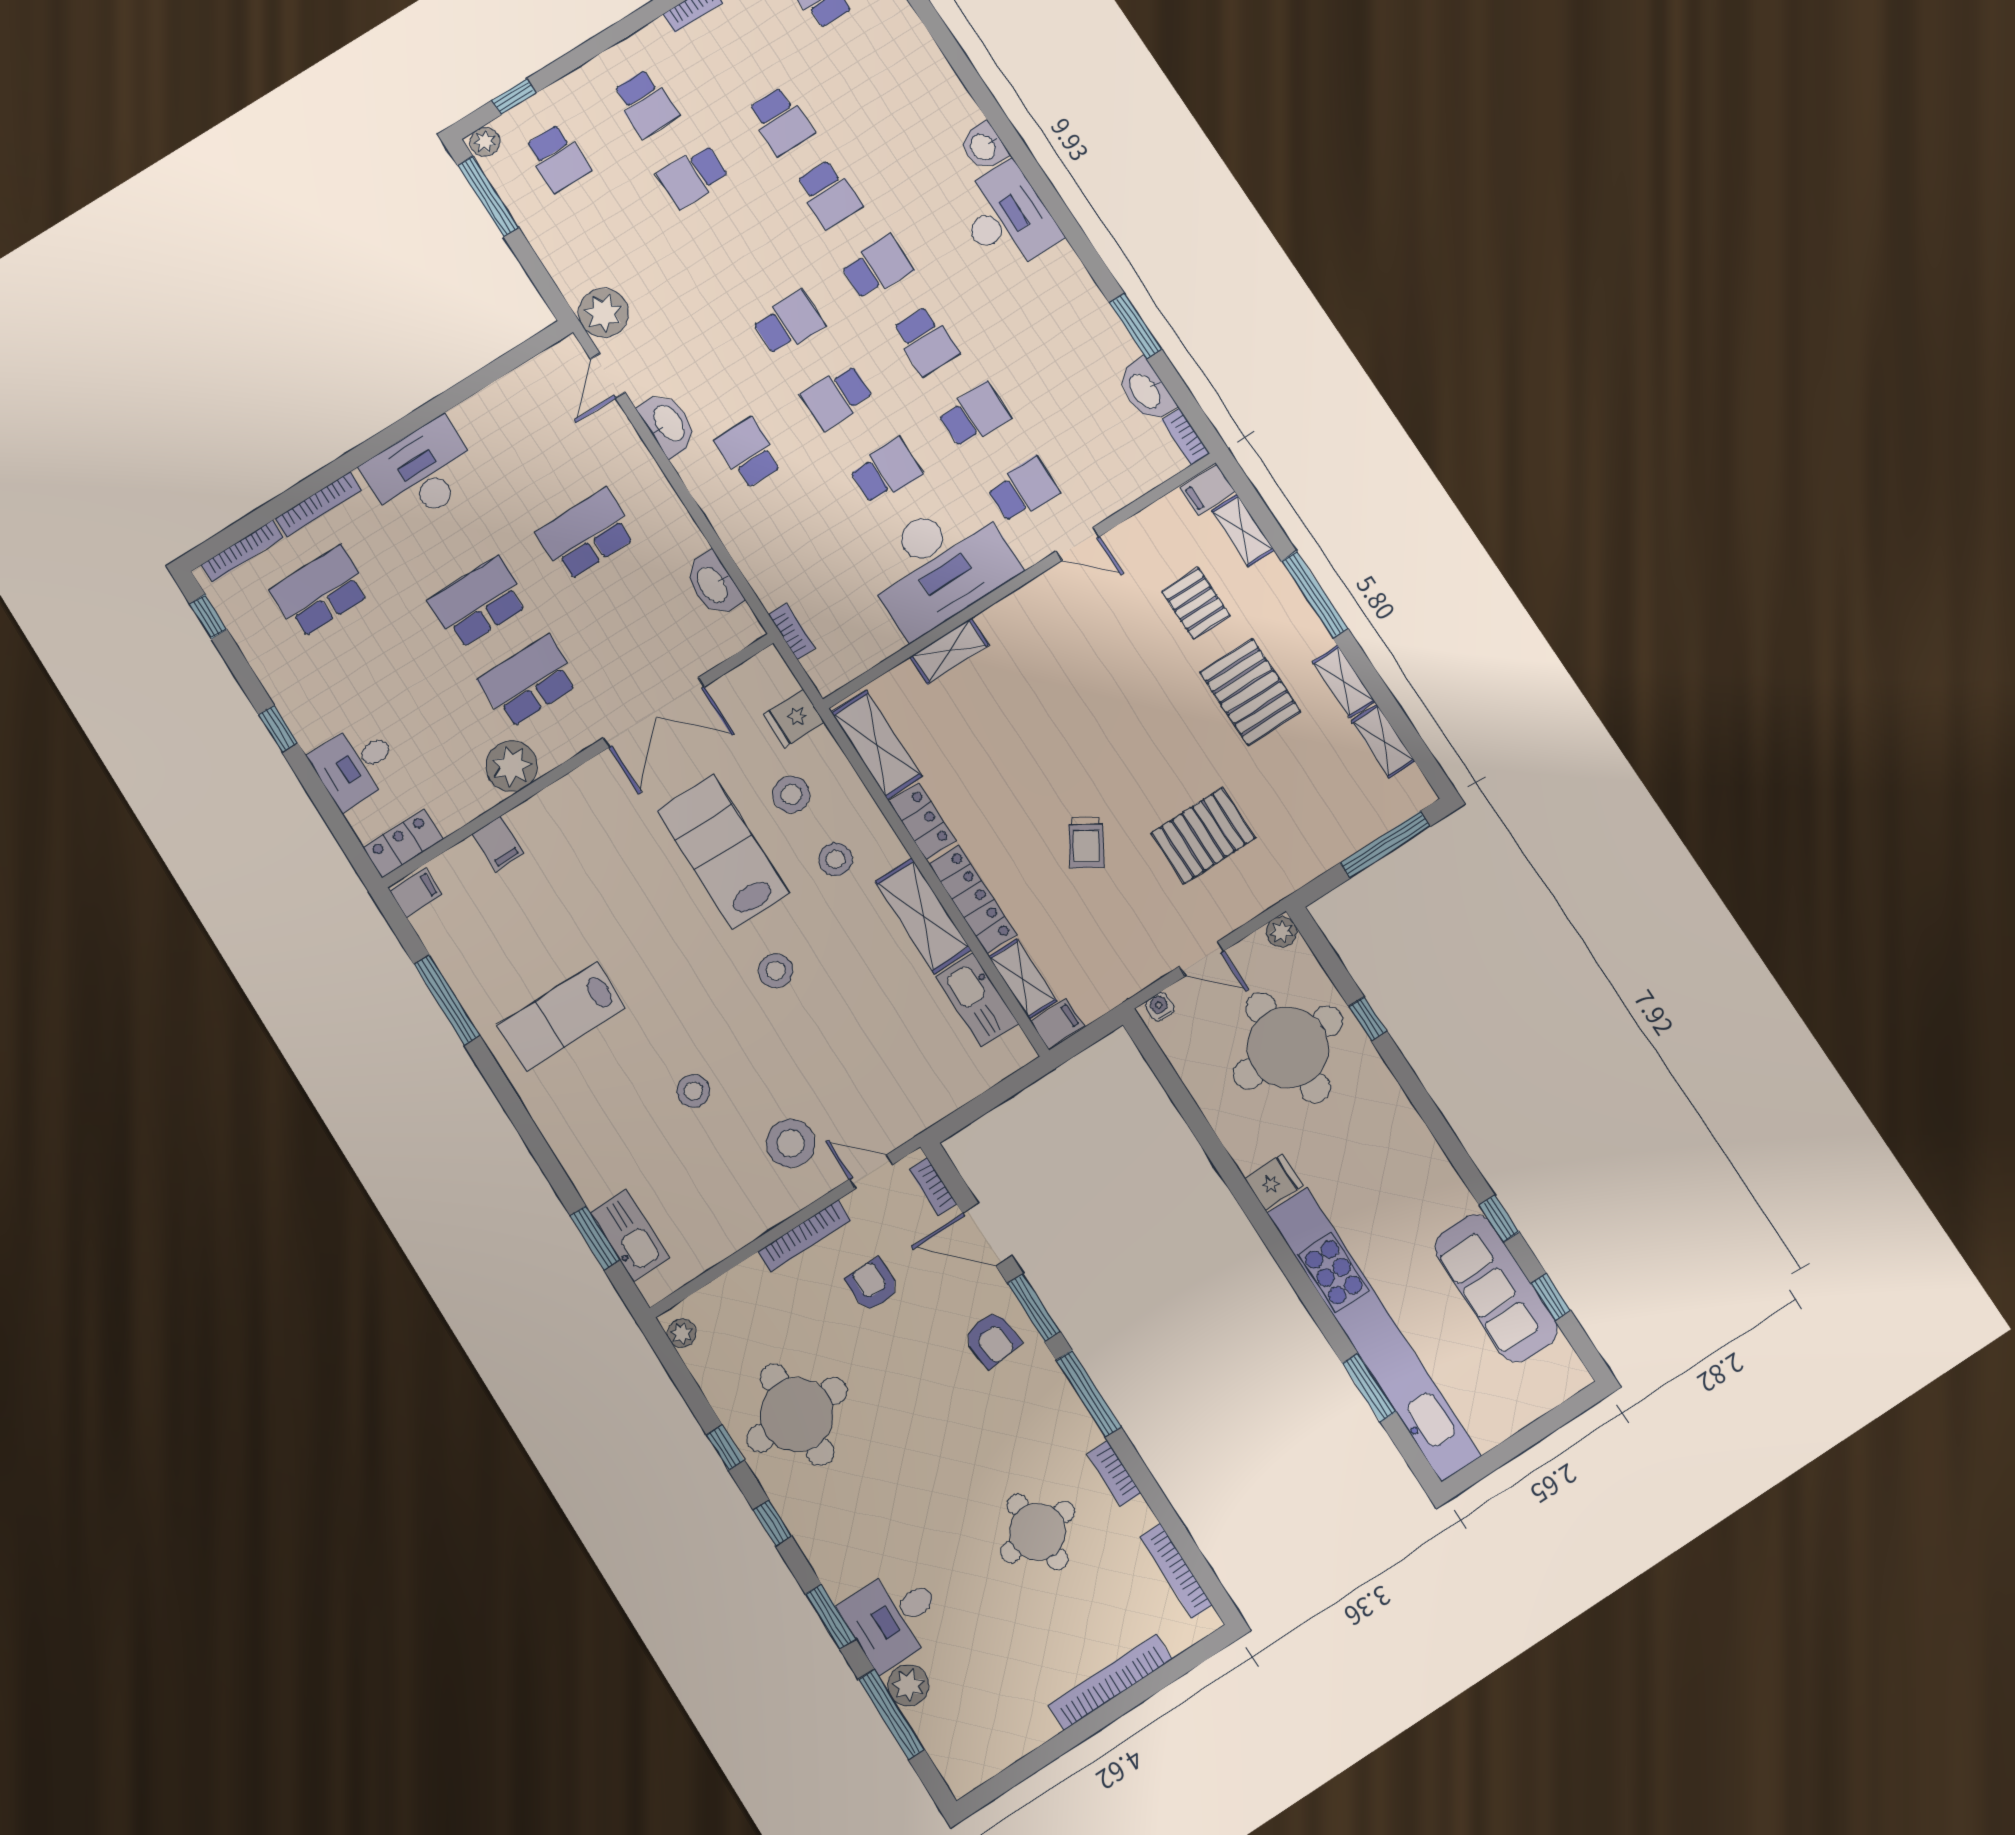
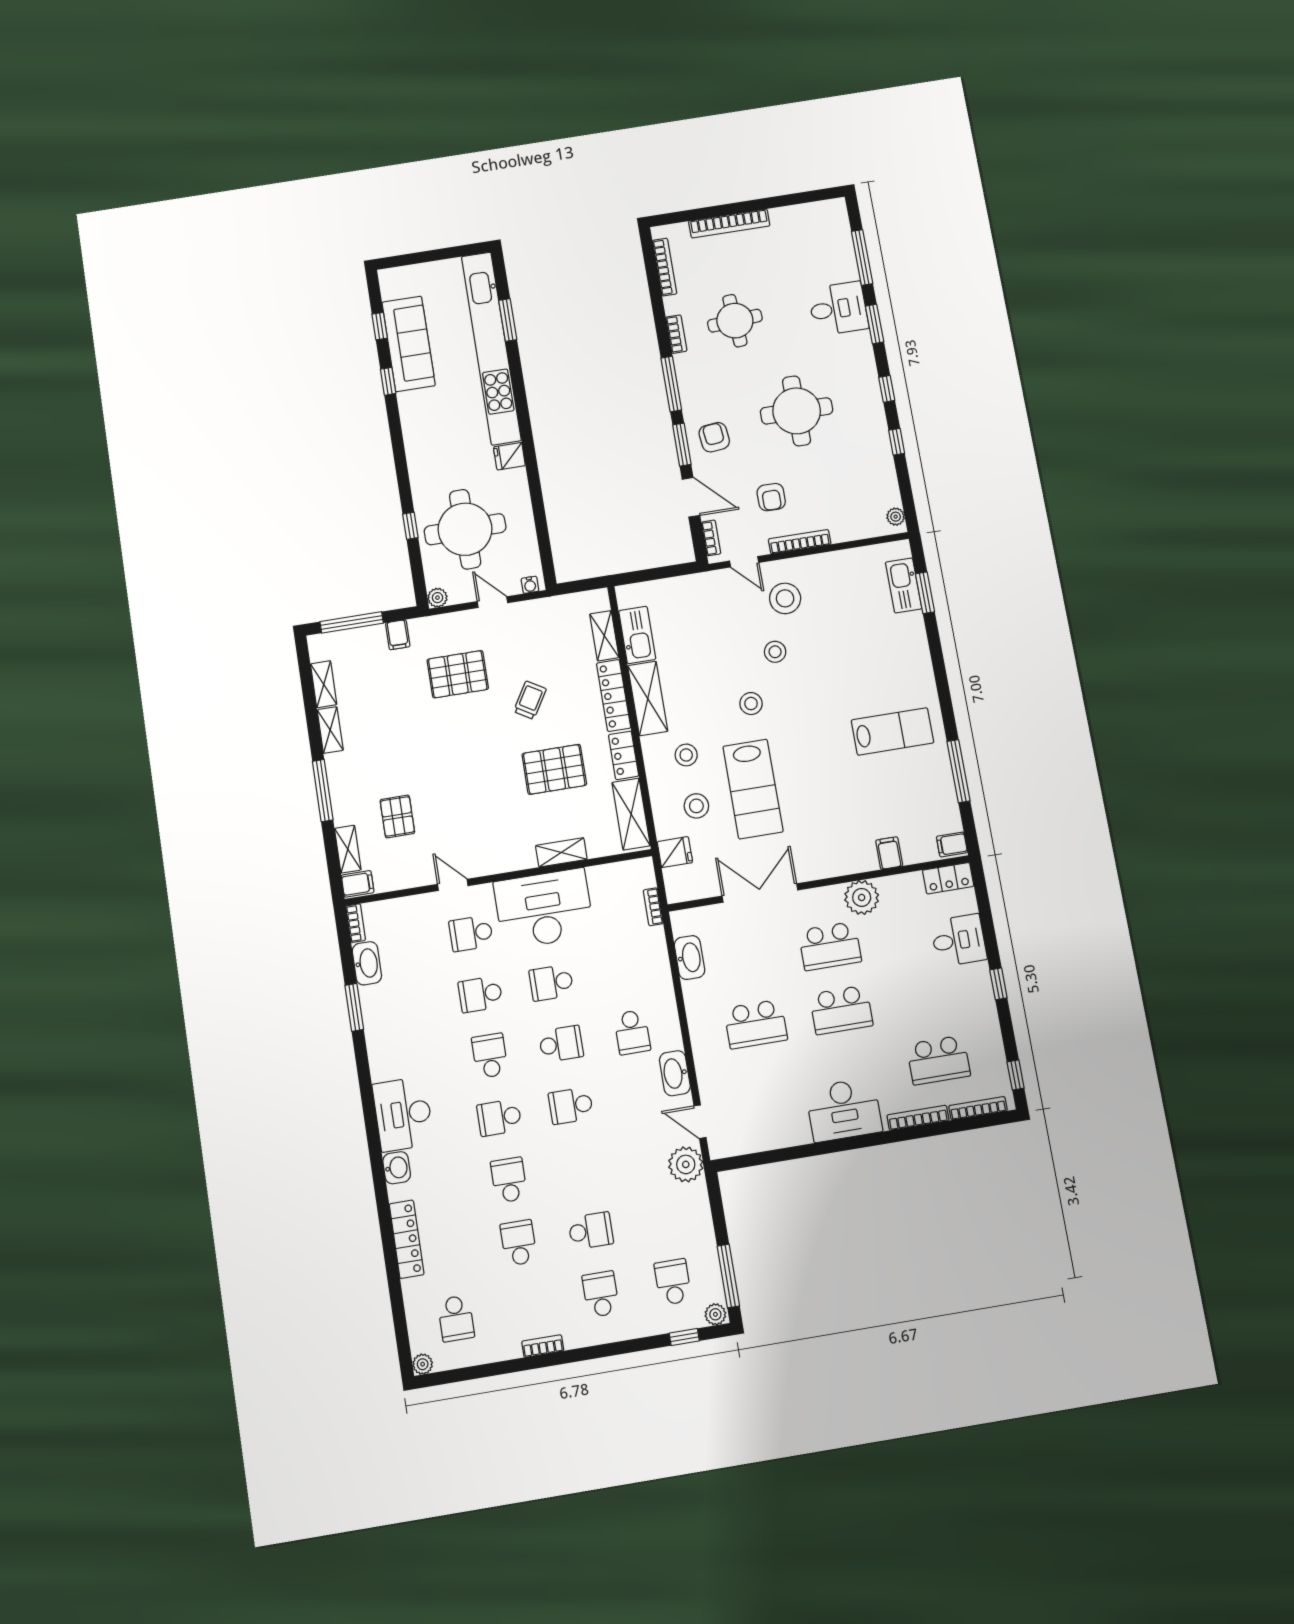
locker: (929, 64) -> (407, 1239), added
door: (608, 376) -> (700, 1122), swing flipped
pallet: (1250, 692) -> (554, 769), moved, turned 90
filing cabinet: (1057, 1024) -> (398, 635), moved, turned -90
stool: (693, 1091) -> (775, 652), moved
round table: (797, 1415) -> (797, 411), moved
plant: (908, 1685) -> (846, 269), removed

